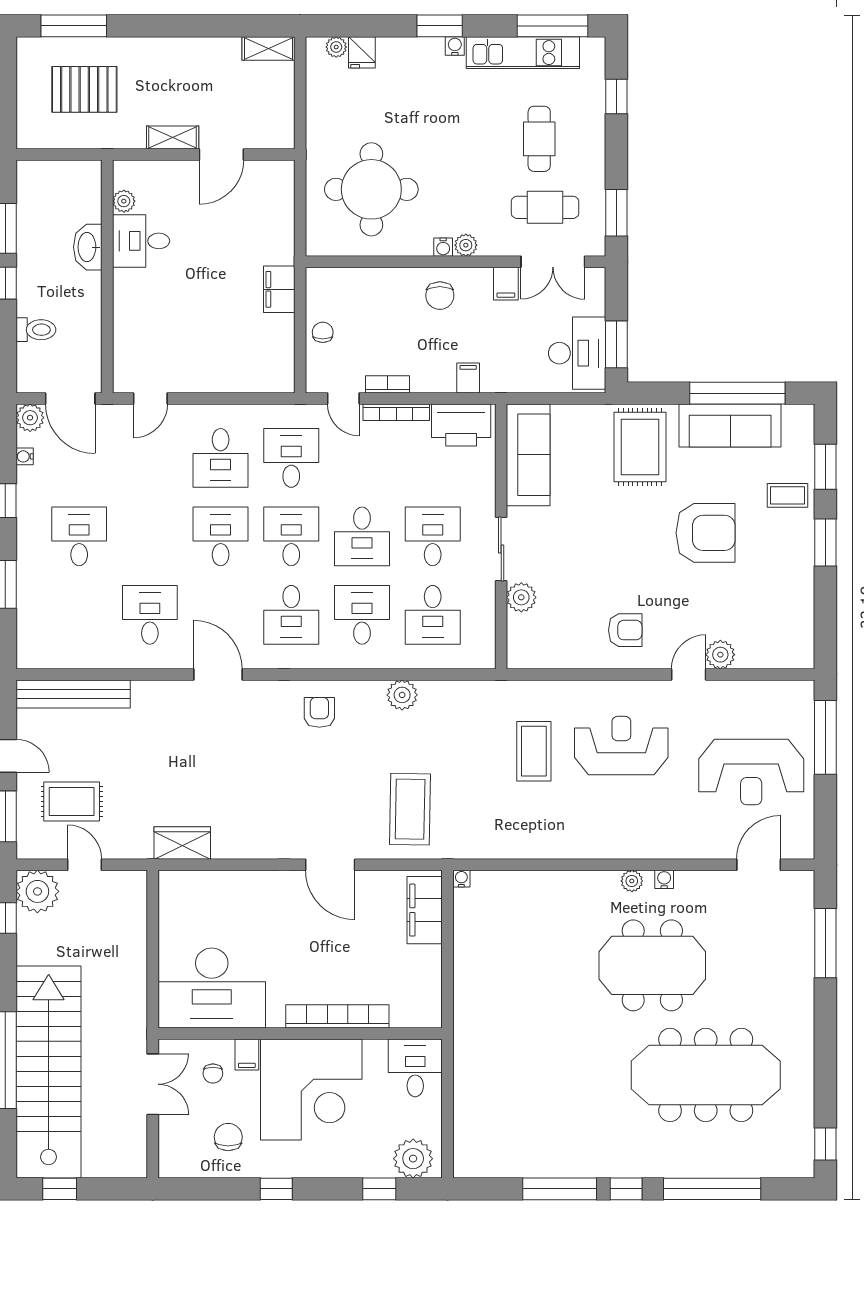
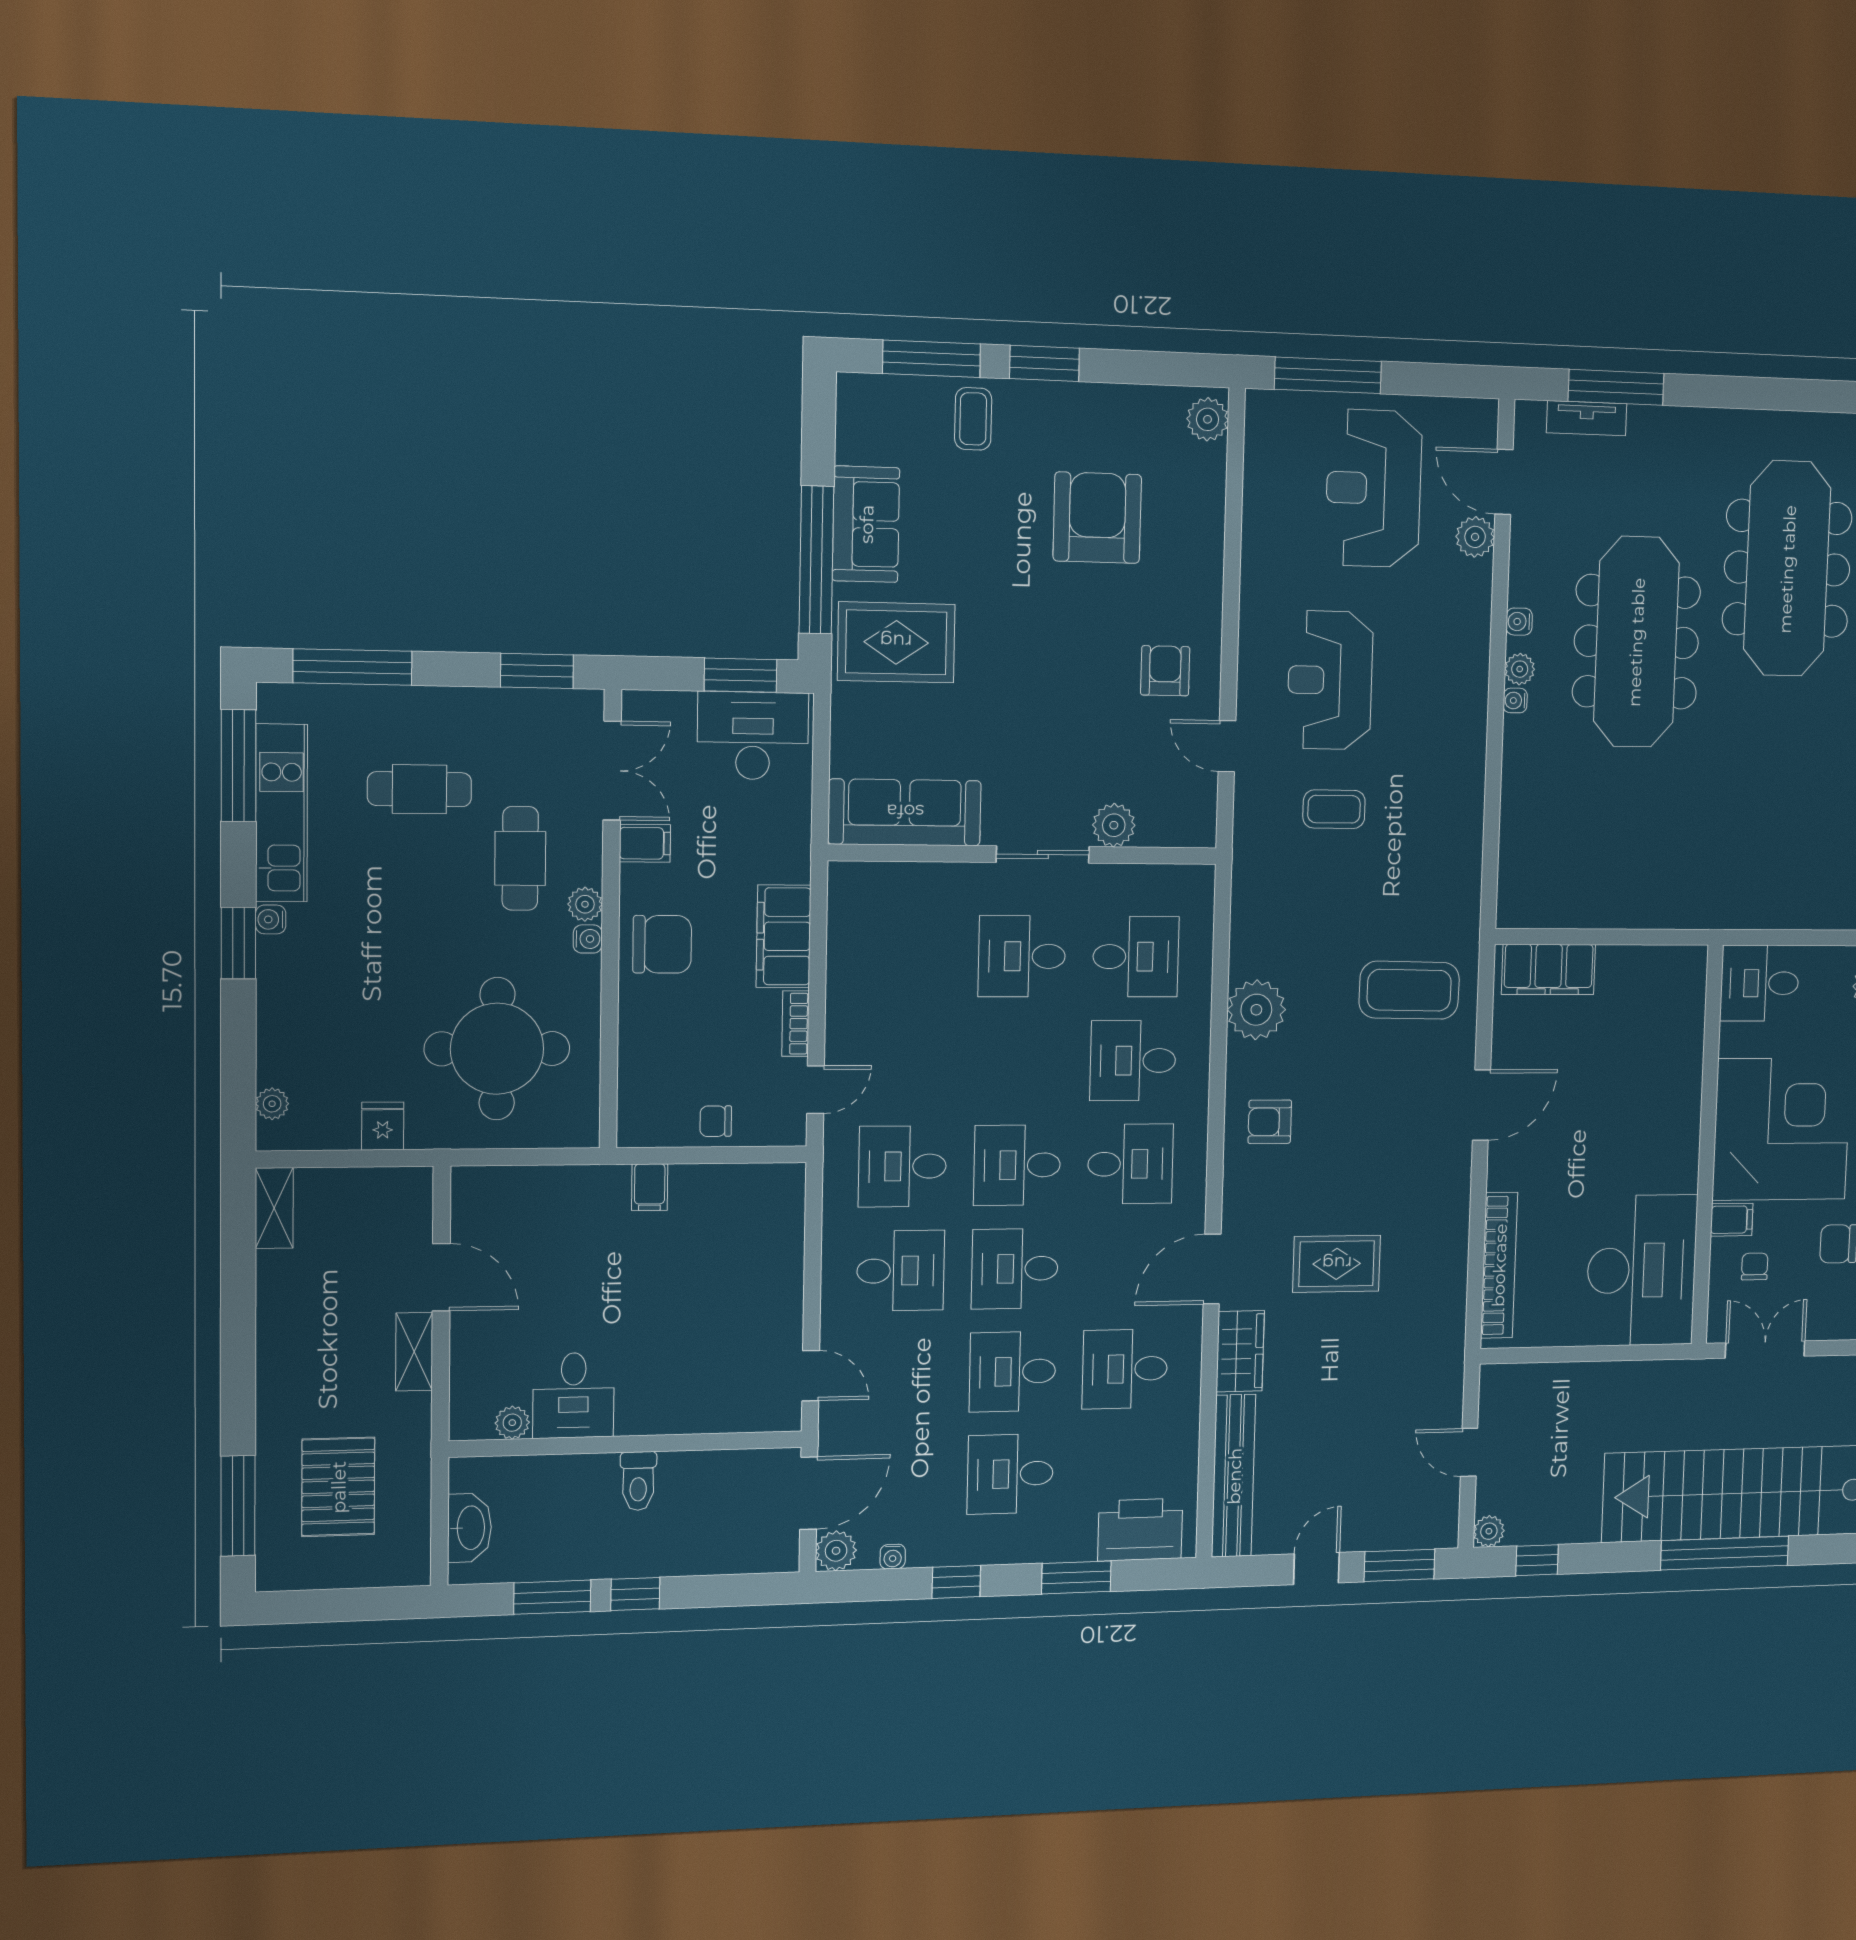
fridge: (362, 52) -> (383, 1126), moved, turned -90
window: (616, 96) -> (352, 667), width x2.17
cafe table: (545, 207) -> (520, 858), moved
washbasin: (88, 247) -> (470, 1528), moved, turned -90
filing cabinet: (279, 289) -> (650, 1187), width x0.50
chair: (440, 296) -> (662, 944), width x1.37, depth x1.37
toilet: (36, 330) -> (638, 1481), moved, turned 180
filing cabinet: (468, 378) -> (784, 936), width x3.00, depth x1.17
window: (737, 393) -> (816, 560), moved
bookcase: (396, 412) -> (838, 1010), removed
printer: (461, 425) -> (1140, 1530), moved, turned -90
sofa: (730, 425) -> (866, 524), width x0.73
window: (825, 467) -> (932, 359), width x1.44
armchair: (706, 533) -> (1097, 518), moved
desk: (362, 536) -> (1013, 1372), moved, turned 180
plant: (720, 655) -> (1208, 419), moved
door: (689, 674) -> (1227, 746), moved
plant: (402, 695) -> (1256, 1010), width x1.36, depth x1.36
coffee table: (534, 751) -> (1334, 809), width x0.73, depth x0.77
reception desk: (751, 772) -> (1374, 488), turned 180
rug: (72, 802) -> (1337, 1264), moved, turned 90
wardrobe: (182, 843) -> (1240, 1351), moved, turned 180
plant: (721, 845) -> (1475, 537), added
door: (85, 865) -> (1469, 1452), hinge flipped
water cooler: (461, 879) -> (1515, 700), moved
plant: (37, 891) -> (1489, 1531), width x0.53, depth x0.53
tv unit: (804, 923) -> (1587, 418), added
meeting table: (652, 965) -> (1636, 642), width x1.36
bookcase: (337, 1016) -> (1499, 1265), moved, turned 180
chair: (213, 1074) -> (1755, 1267), turned -90

